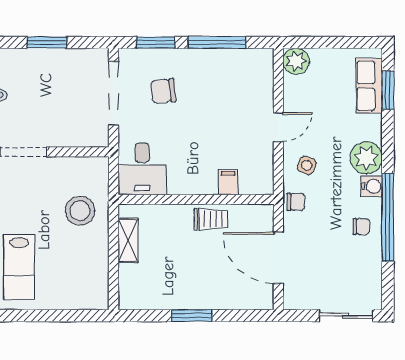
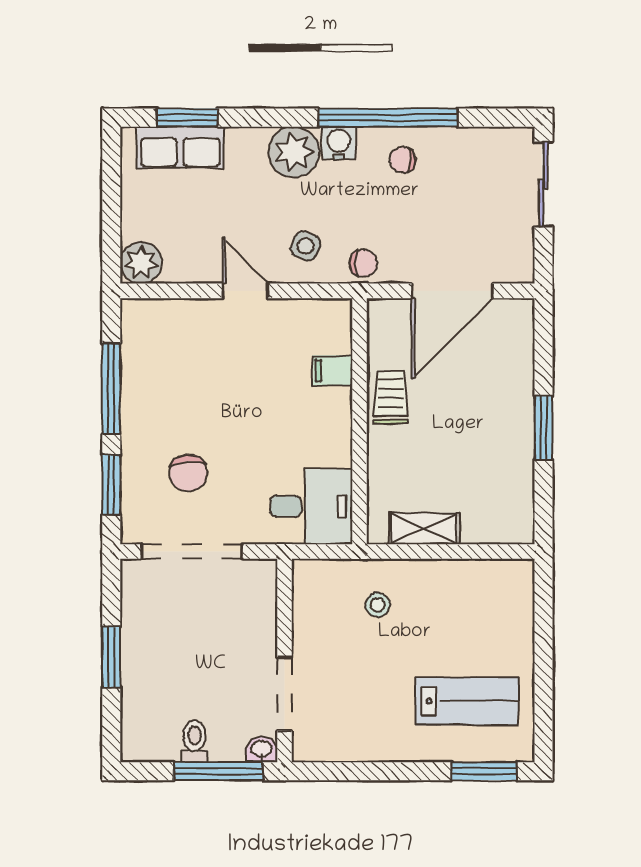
chair: (296, 202) -> (364, 263), turned 90
stool: (80, 211) -> (378, 605), width x0.53, depth x0.53
chair: (361, 227) -> (403, 160), turned -90

